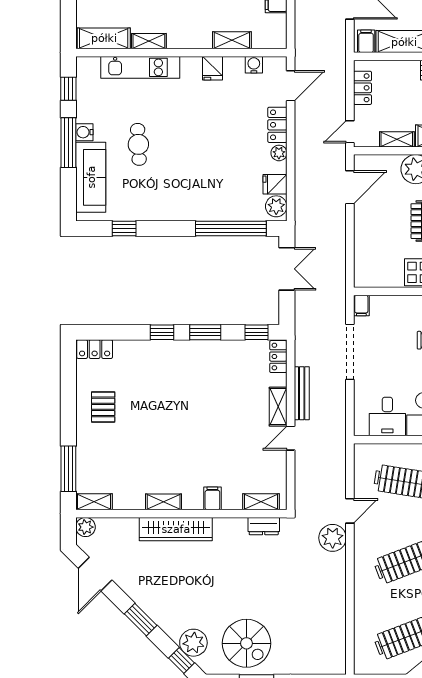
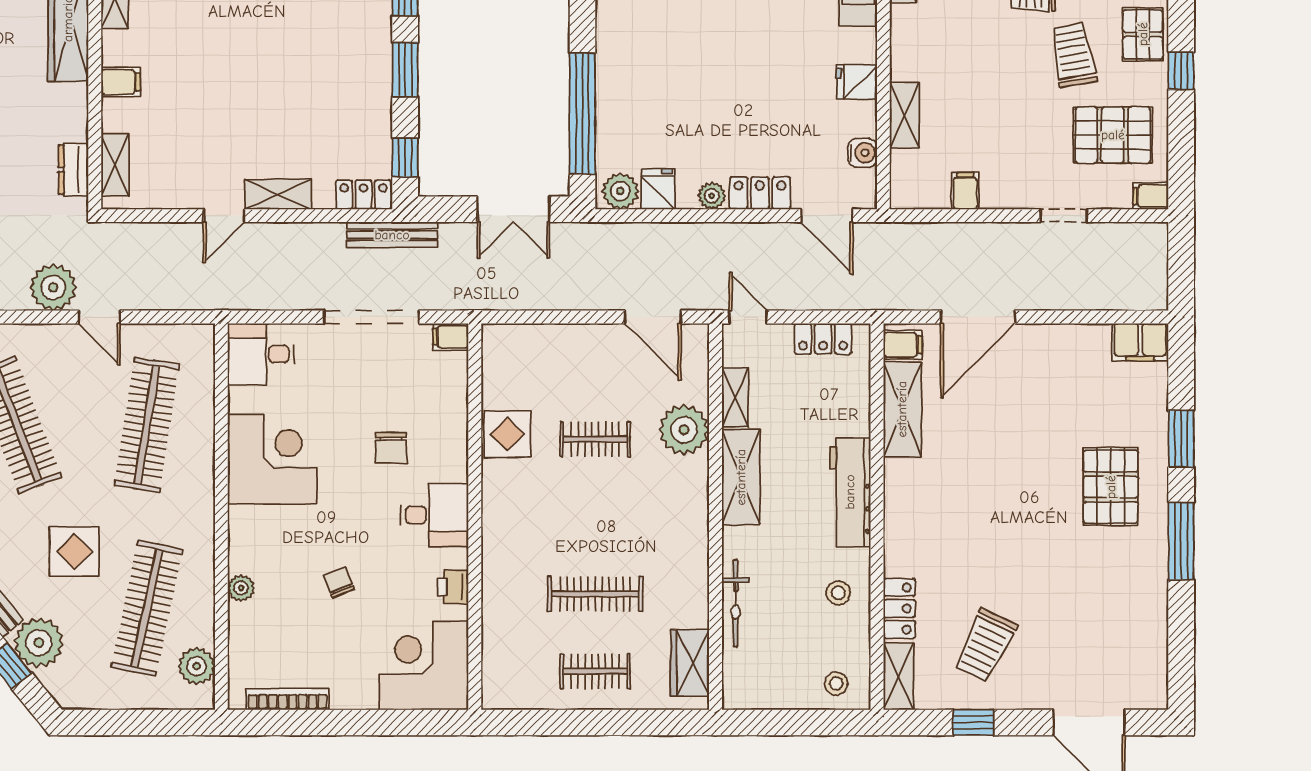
bench: (302, 393) -> (392, 235), moved
desk: (387, 416) -> (261, 354), moved
door: (291, 438) -> (224, 216), swing flipped

